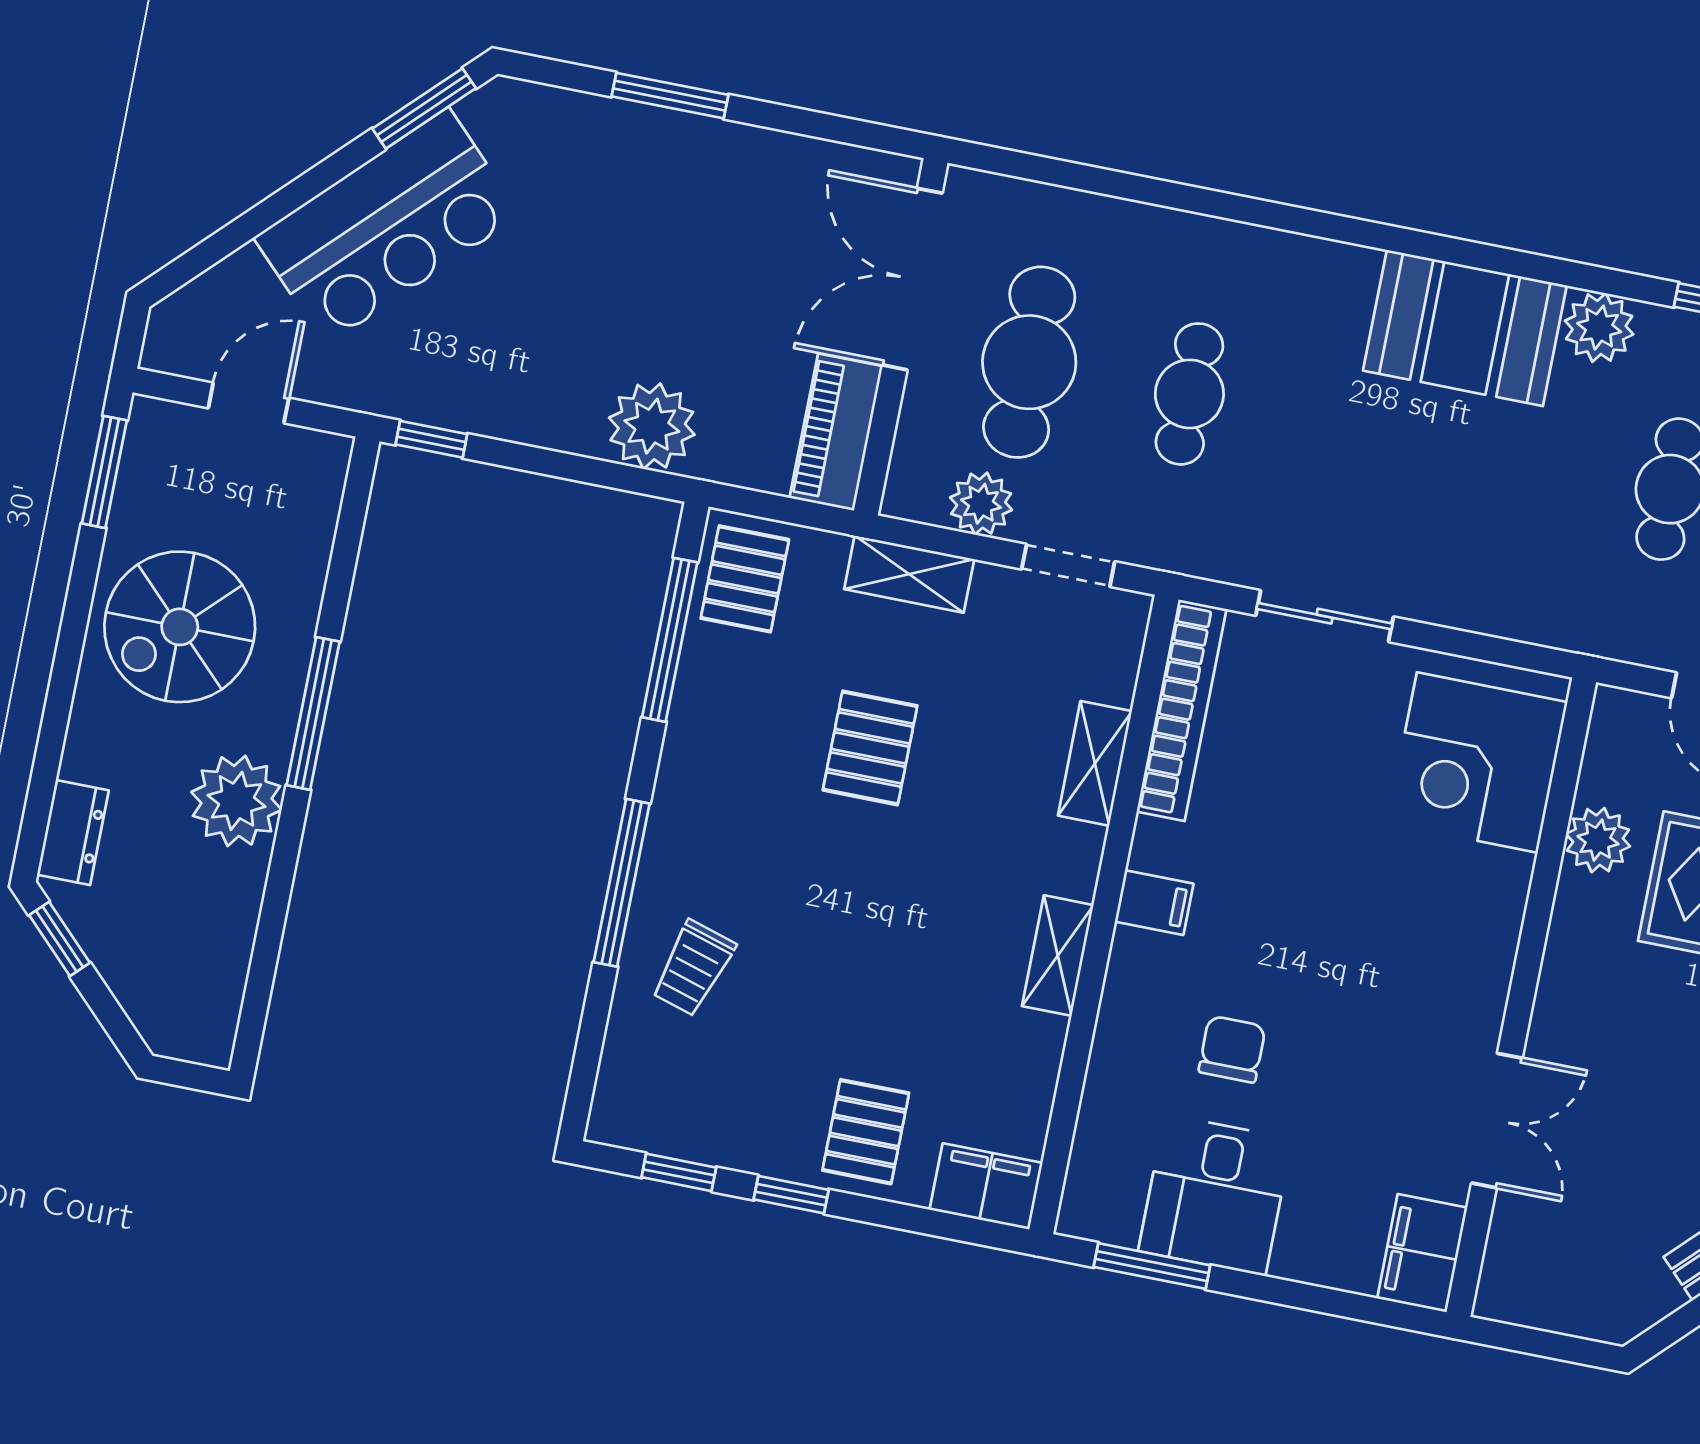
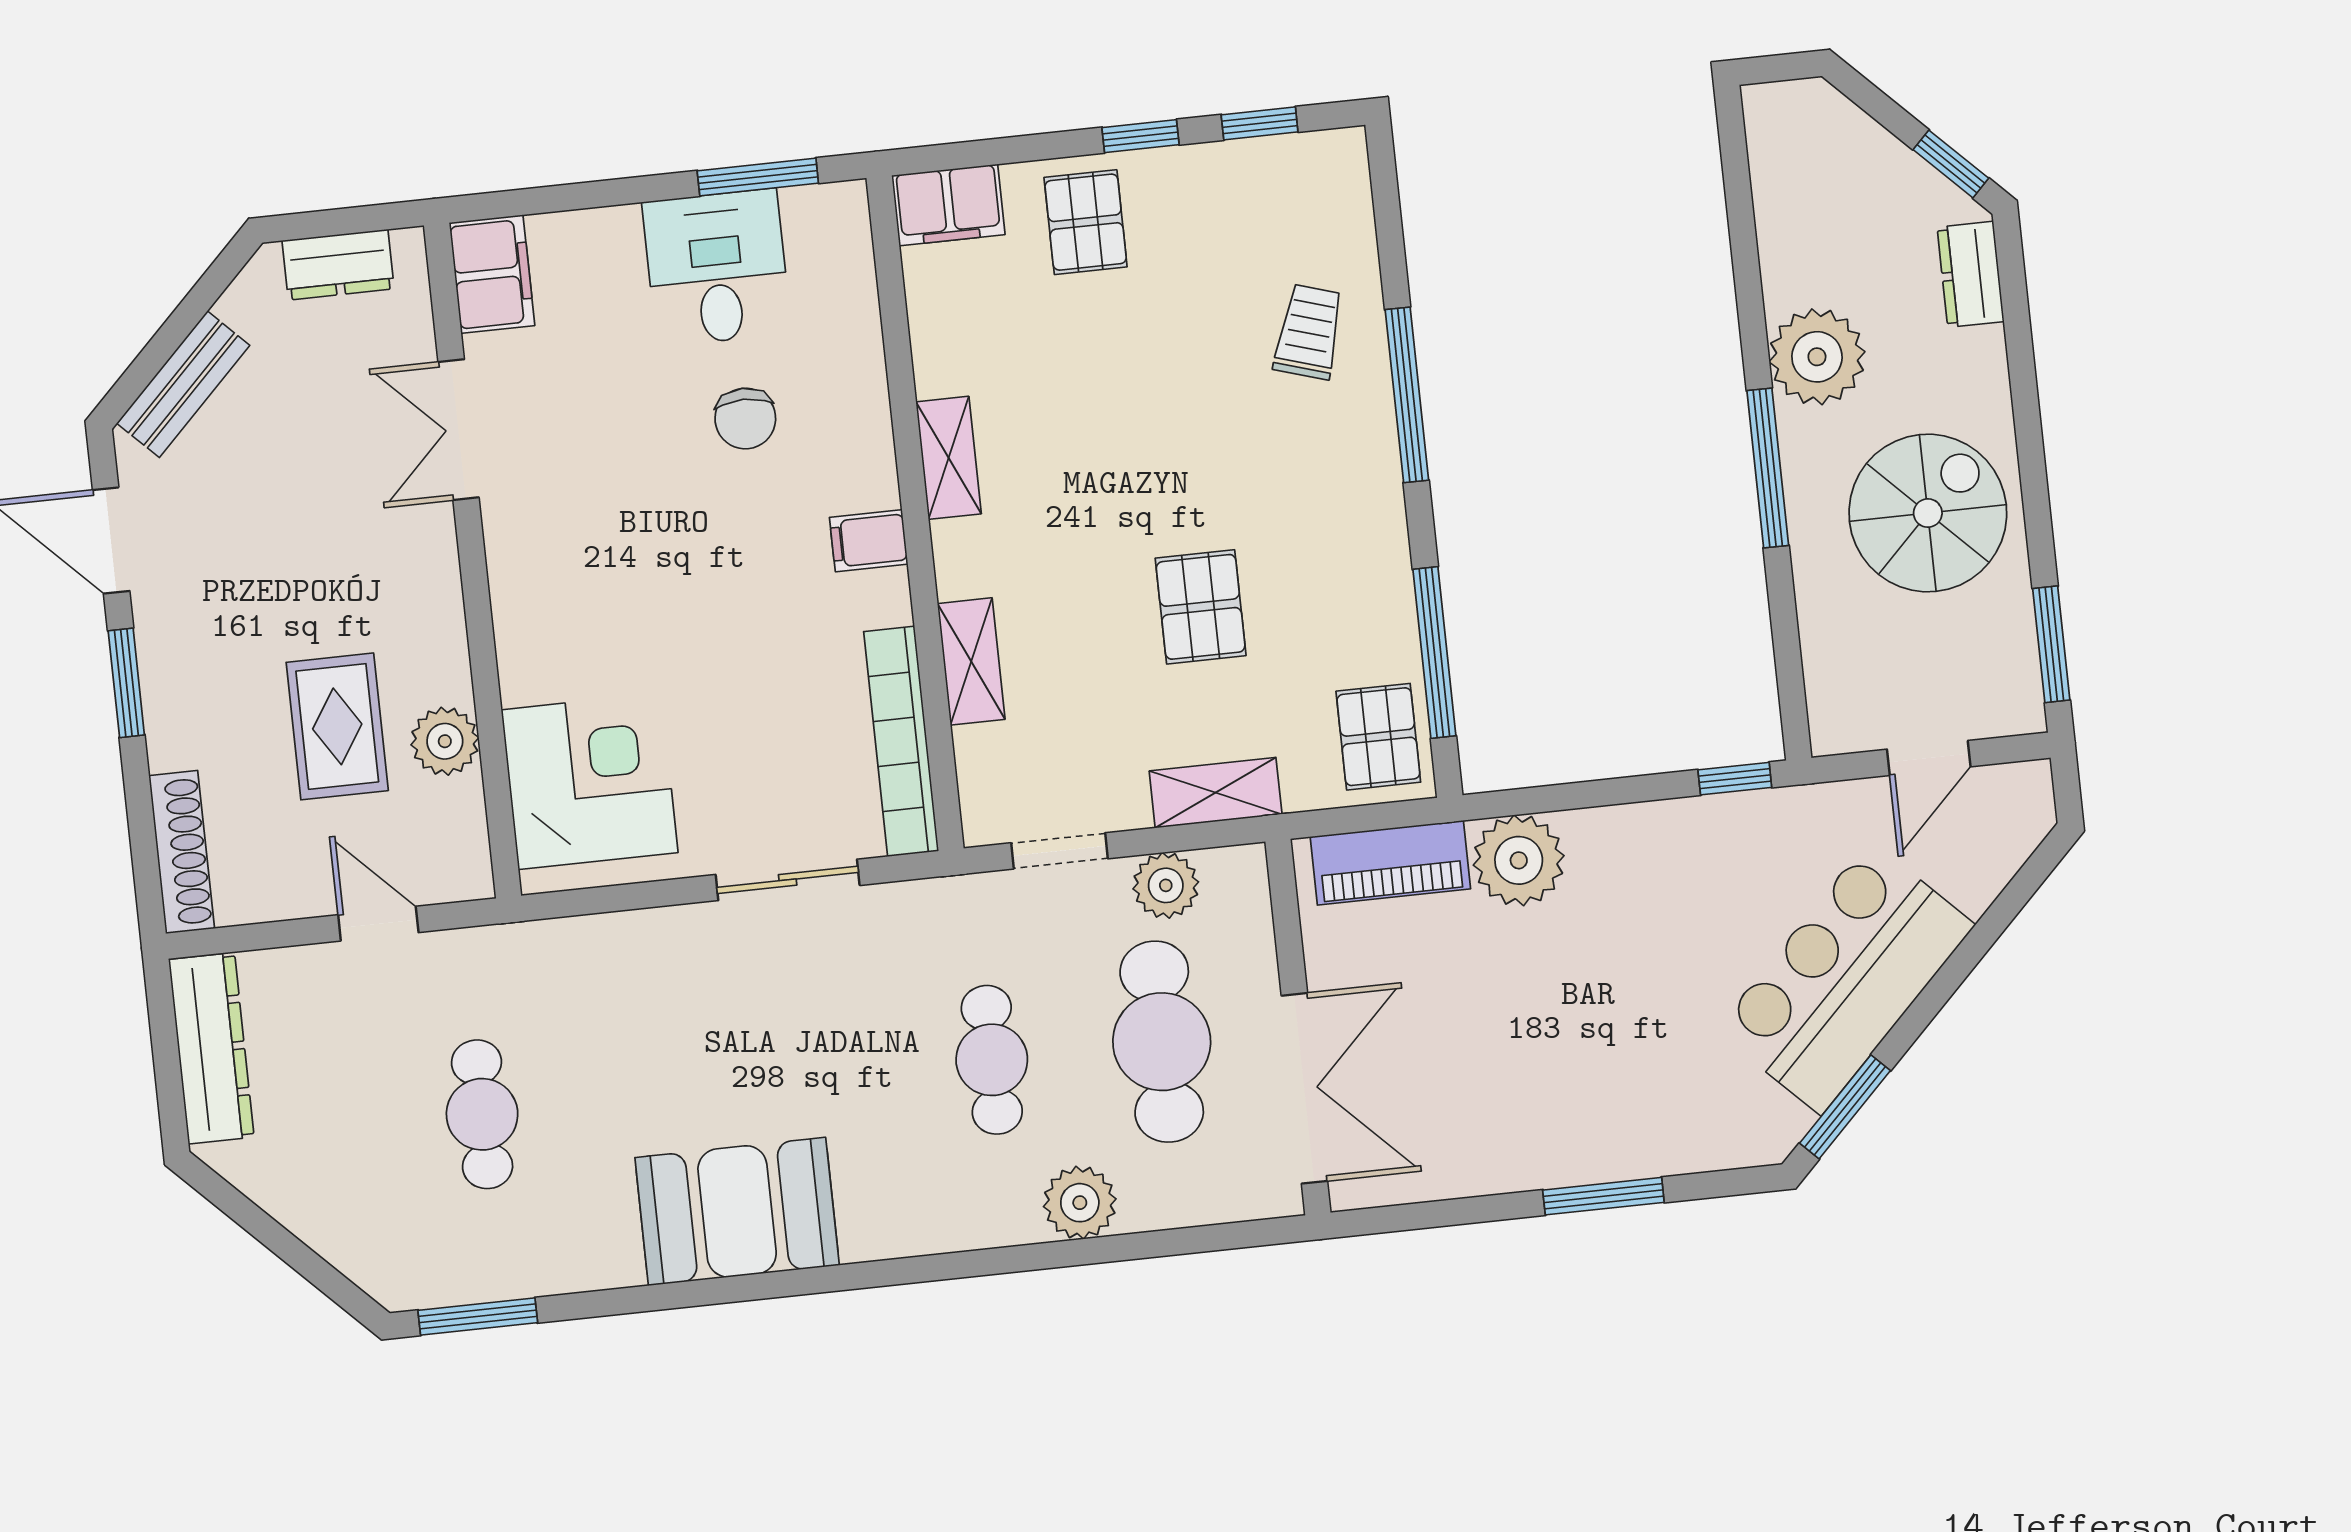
plant: (1599, 328) -> (1080, 1203), moved
piano: (836, 432) -> (1390, 863), moved, turned 90
dresser: (1560, 1305) -> (338, 265), added

